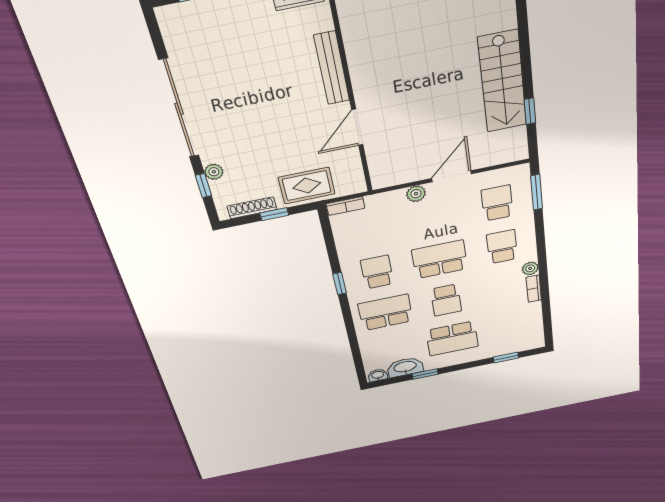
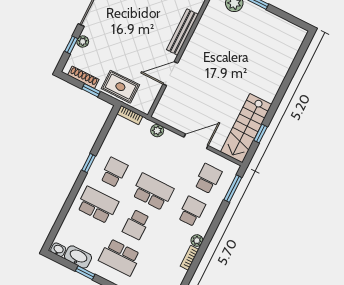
stairs: (502, 82) -> (246, 128), moved
plant: (416, 194) -> (157, 131), moved

